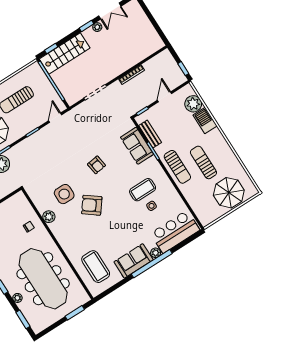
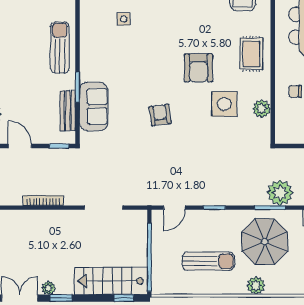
door: (165, 97) -> (20, 146), swing flipped
sun lounger: (203, 162) -> (23, 32), removed
coffee table: (143, 190) -> (122, 47), removed
armchair: (92, 205) -> (198, 68), turned 53
plant: (49, 217) -> (262, 109), moved
rug: (67, 232) -> (251, 54), added

